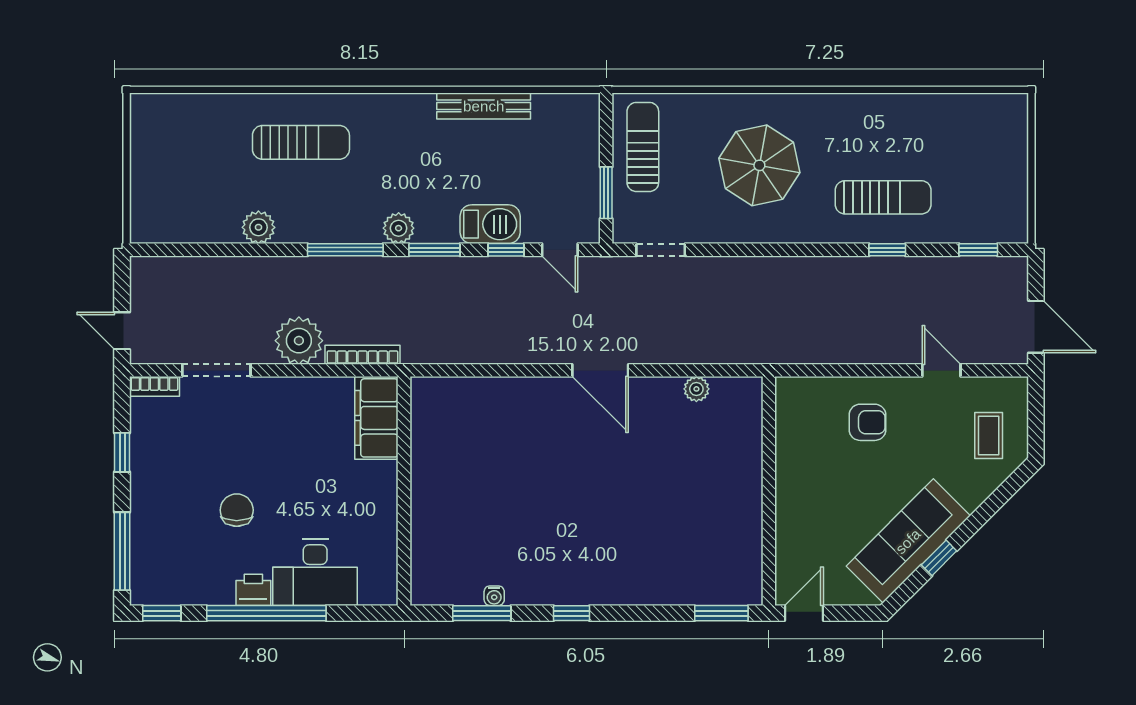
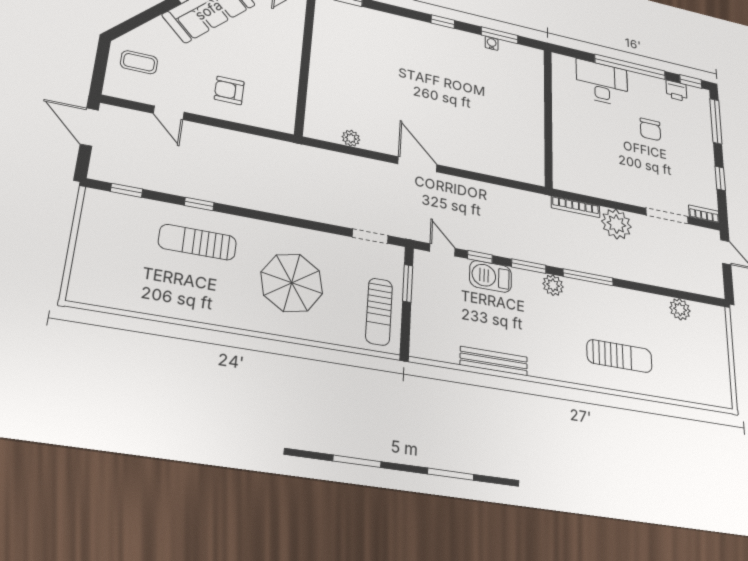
sun lounger: (301, 142) -> (619, 356), turned 180
plant: (258, 227) -> (680, 309), moved
filing cabinet: (376, 418) -> (566, 166), removed
coffee table: (989, 435) -> (139, 62), turned 90
printer: (253, 590) -> (676, 91), moved

